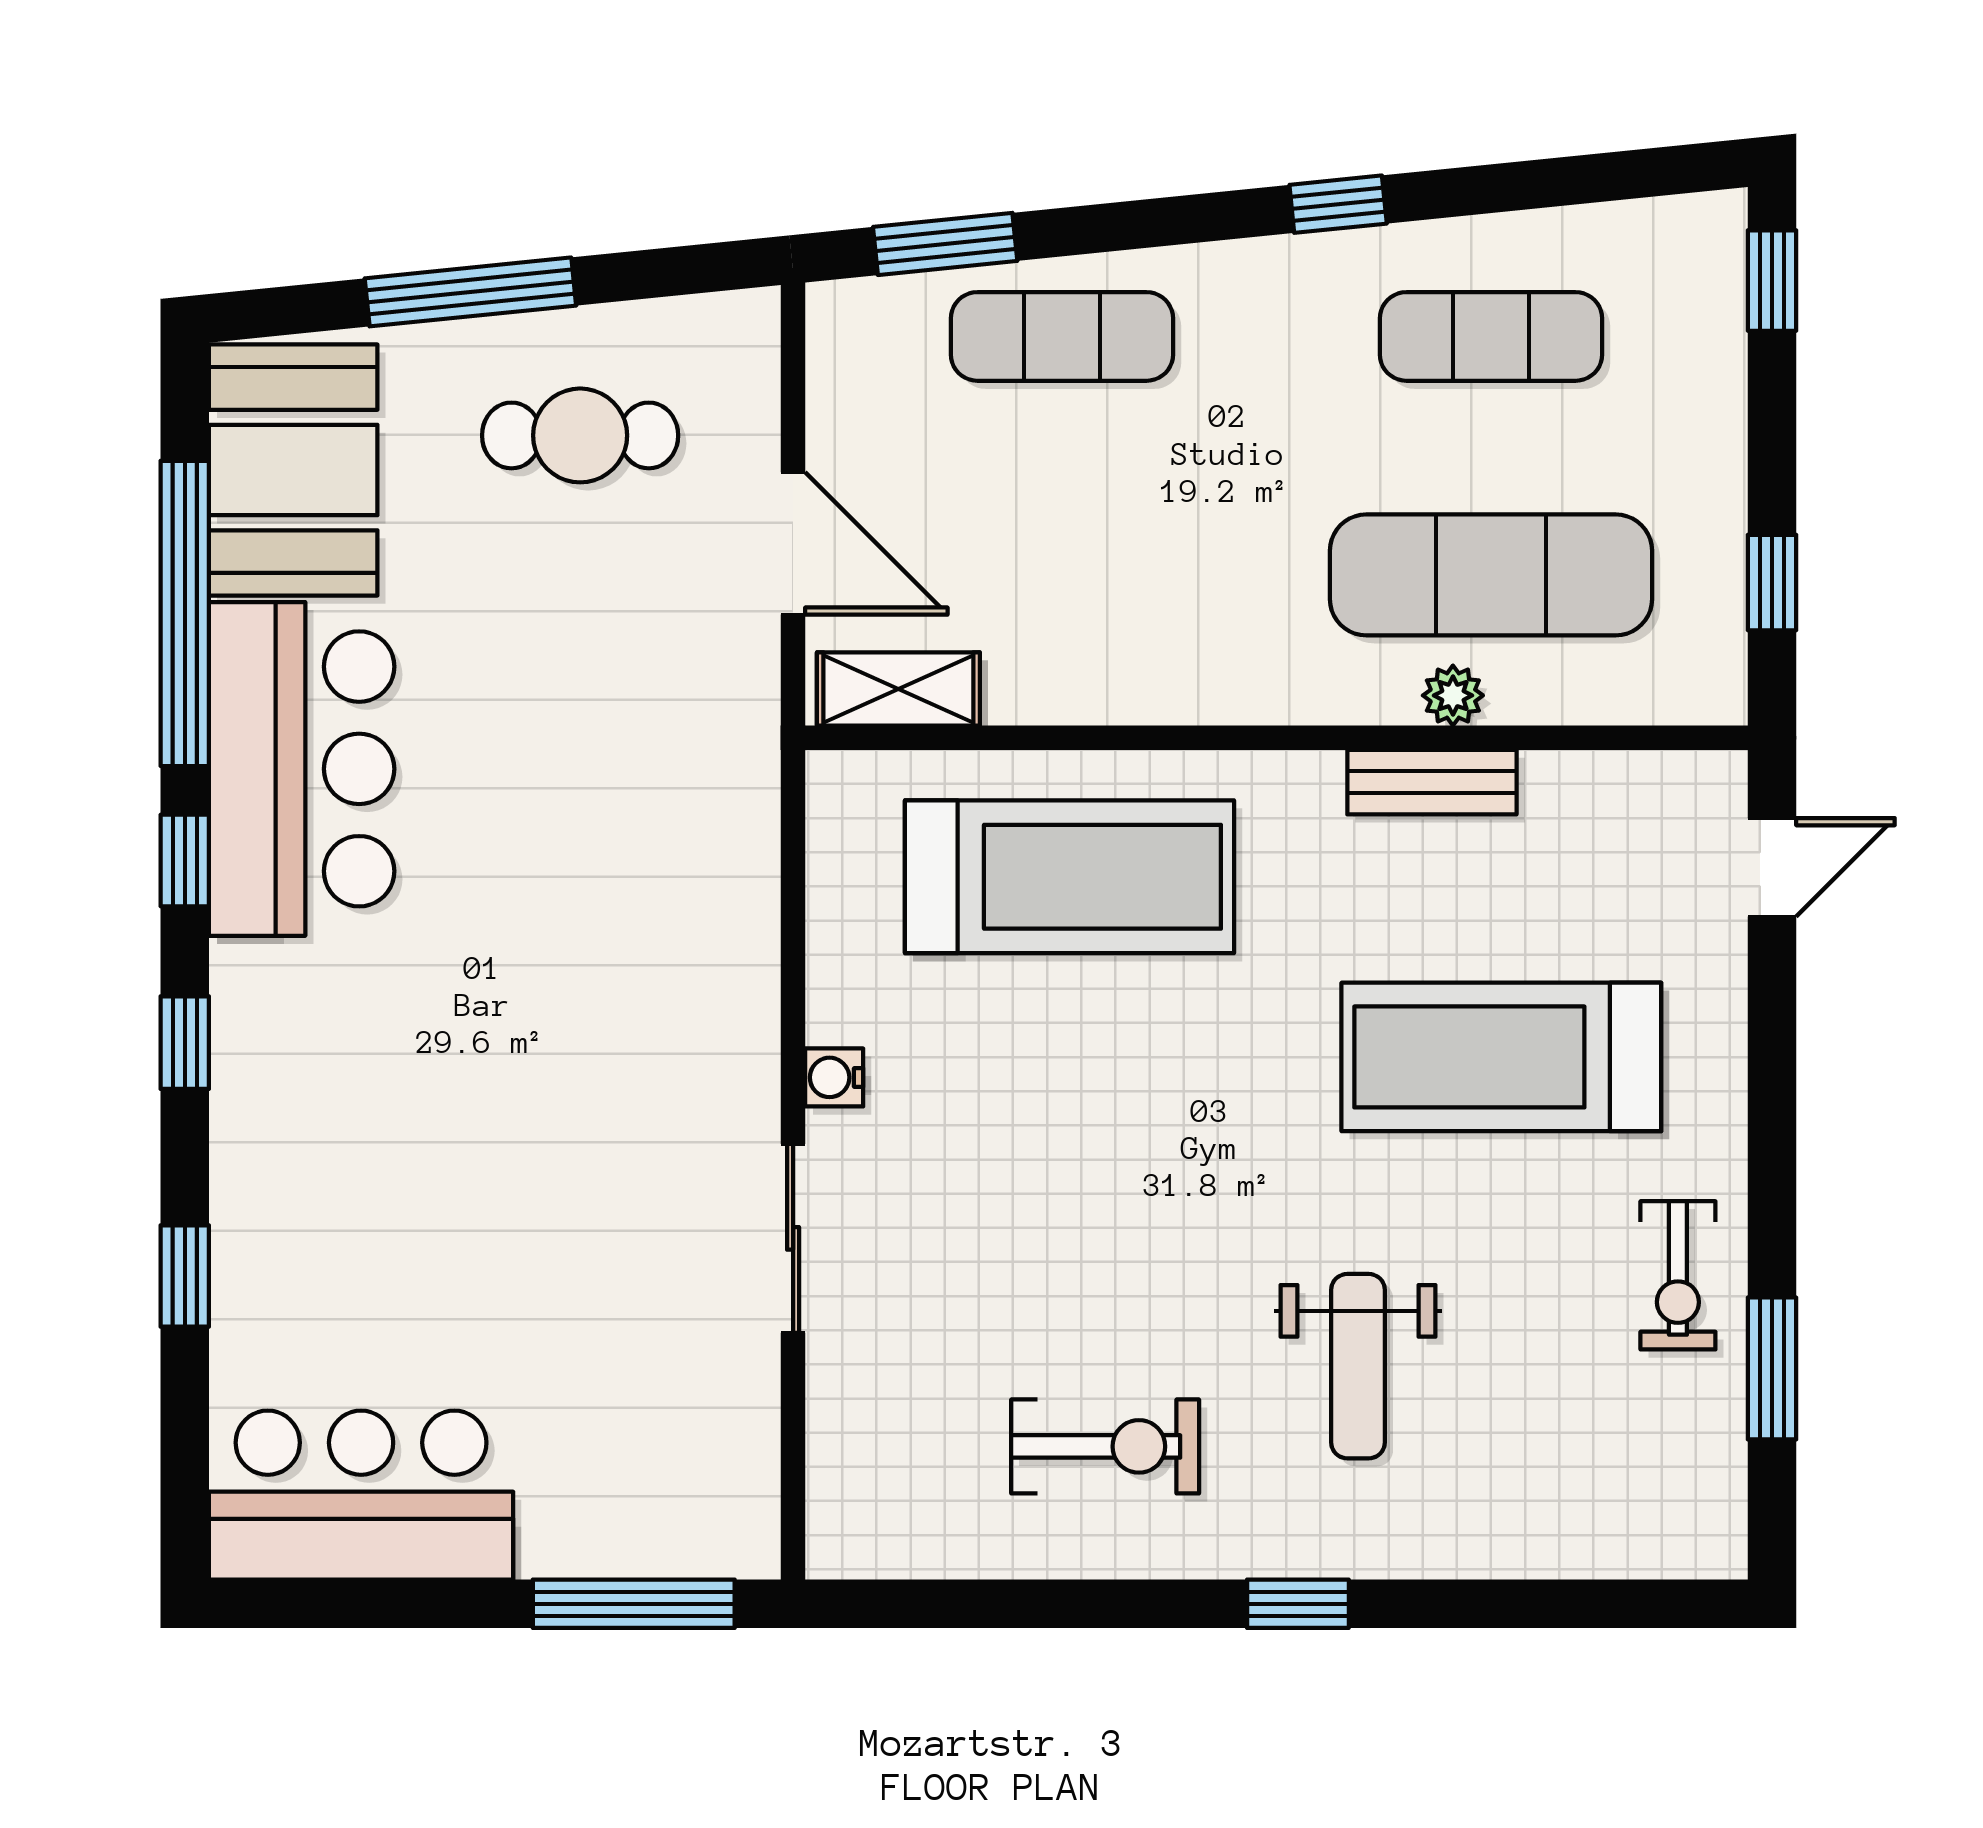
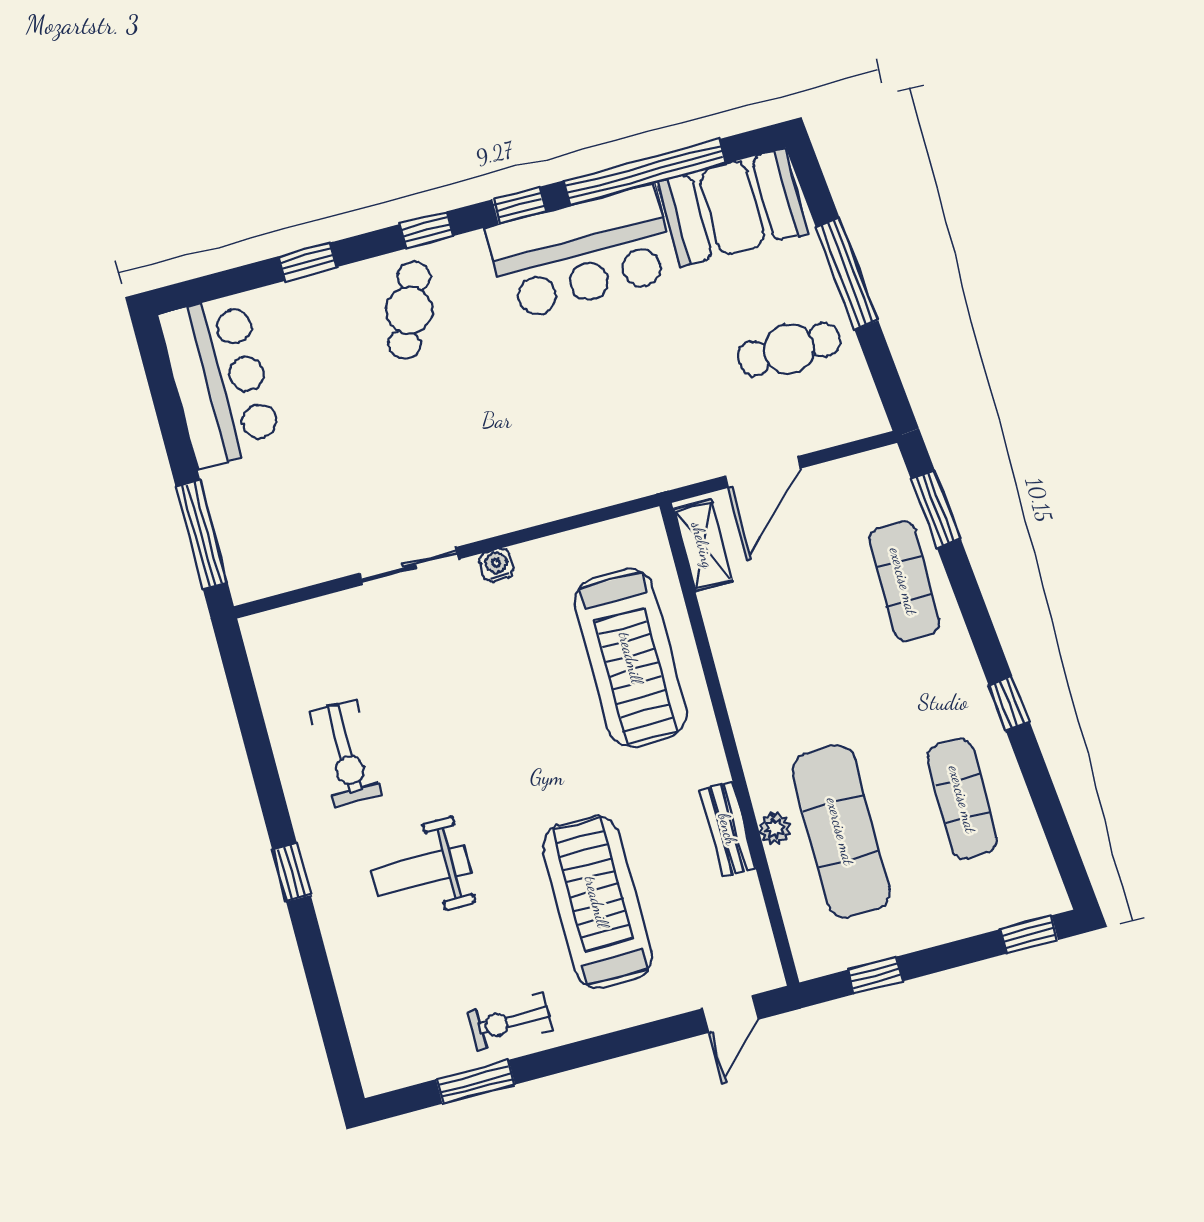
cafe table: (580, 435) -> (789, 349), turned 90
door: (1772, 867) -> (730, 1014), hinge flipped
cafe table: (324, 1114) -> (409, 310), added

